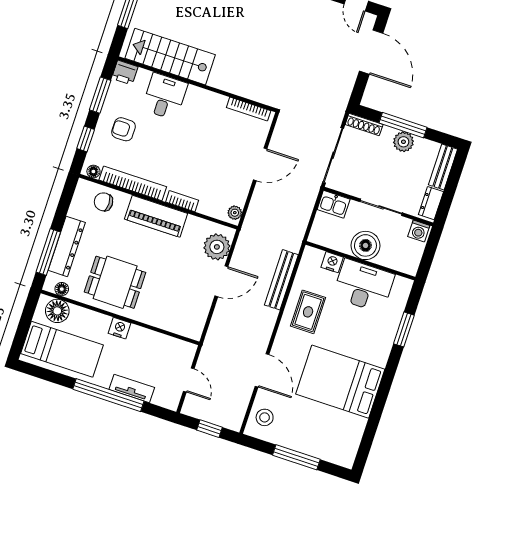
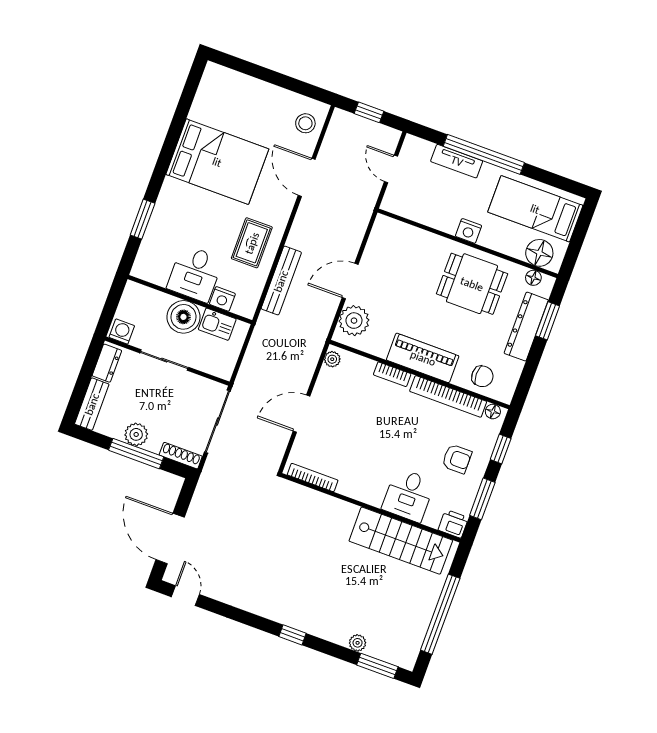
kitchen sink: (334, 204) -> (217, 324), moved, turned 180
window: (48, 252) -> (548, 321), width x0.69
desk: (364, 286) -> (195, 274), width x0.73
window: (296, 457) -> (270, 76), removed

